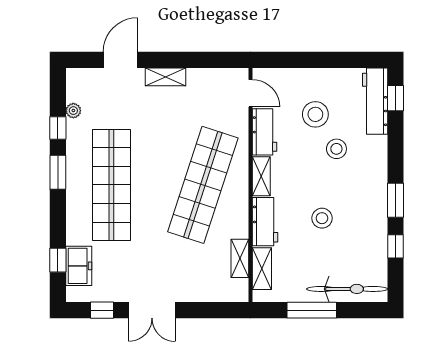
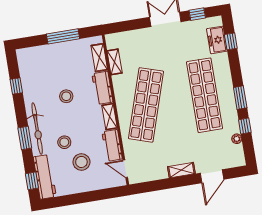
window: (395, 200) -> (25, 138), moved
bicycle: (347, 289) -> (37, 129), moved, turned -90

